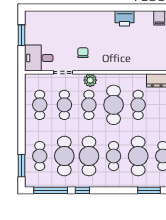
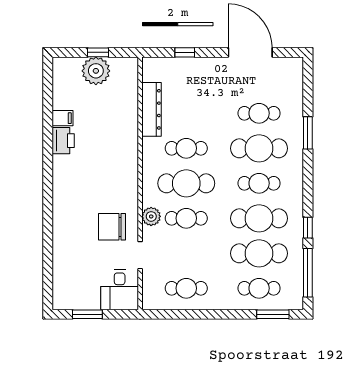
printer: (125, 18) -> (63, 141), moved
chair: (83, 53) -> (112, 227), width x1.87, depth x1.87
cafe table: (64, 105) -> (186, 253), removed

